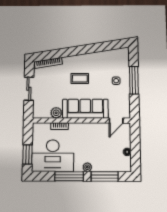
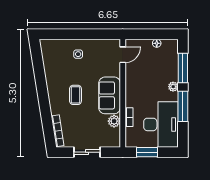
window: (134, 80) -> (78, 34), removed
sofa: (85, 109) -> (110, 95), width x0.73
door: (116, 121) -> (123, 55), hinge flipped
window: (27, 154) -> (147, 152), moved

